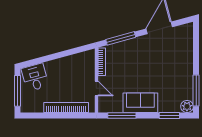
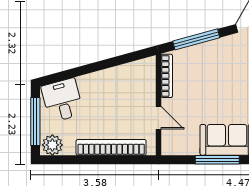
plant: (28, 106) -> (52, 145), added
window: (122, 116) -> (217, 160), moved

